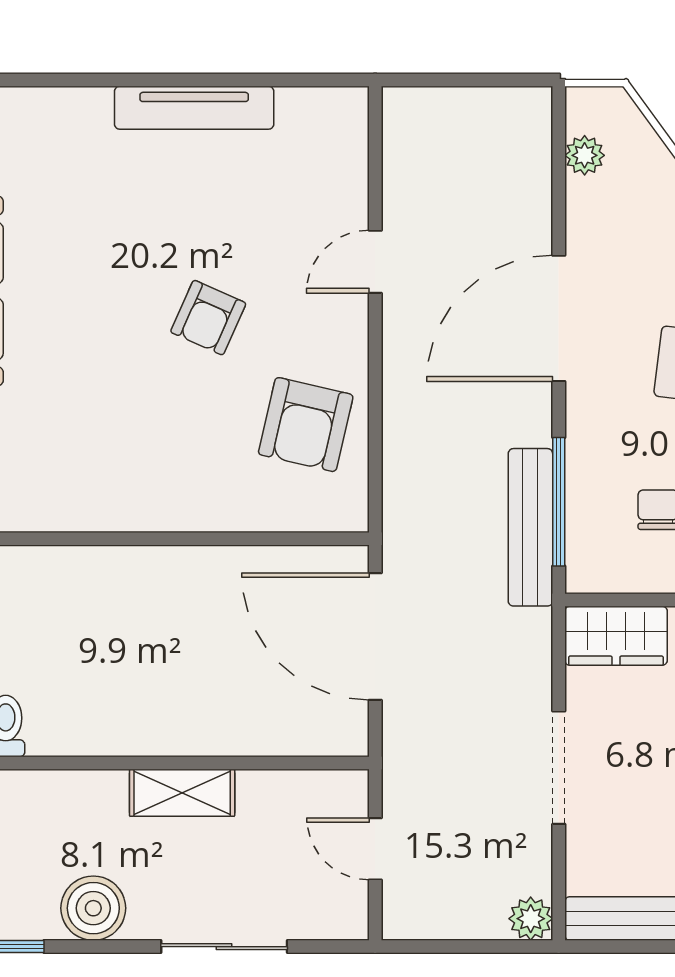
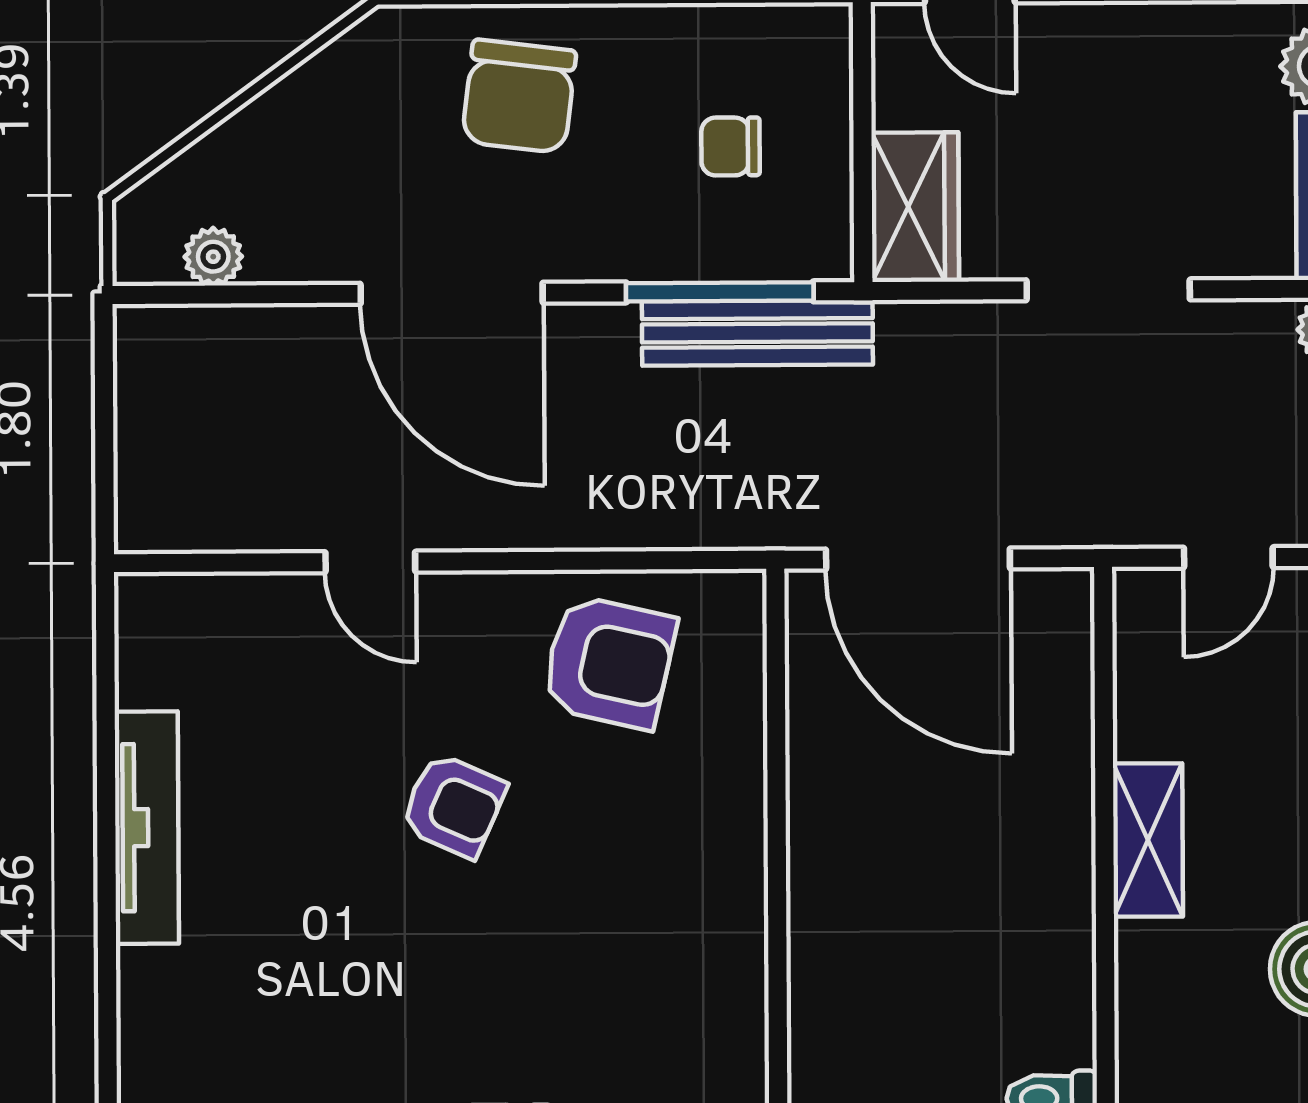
door: (375, 636) -> (918, 559), hinge flipped

